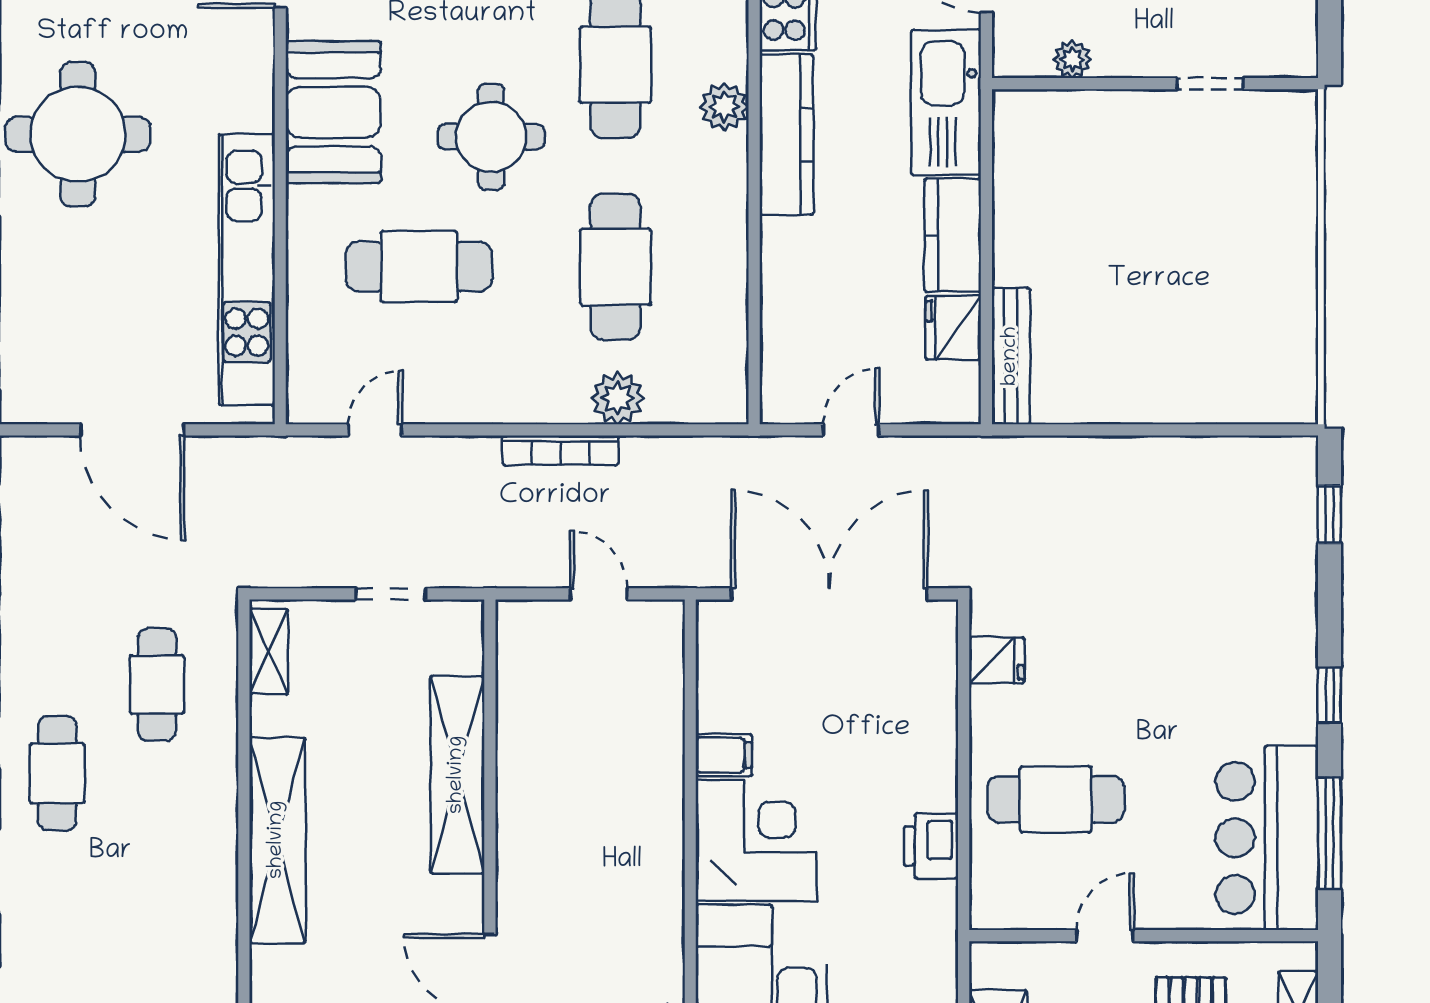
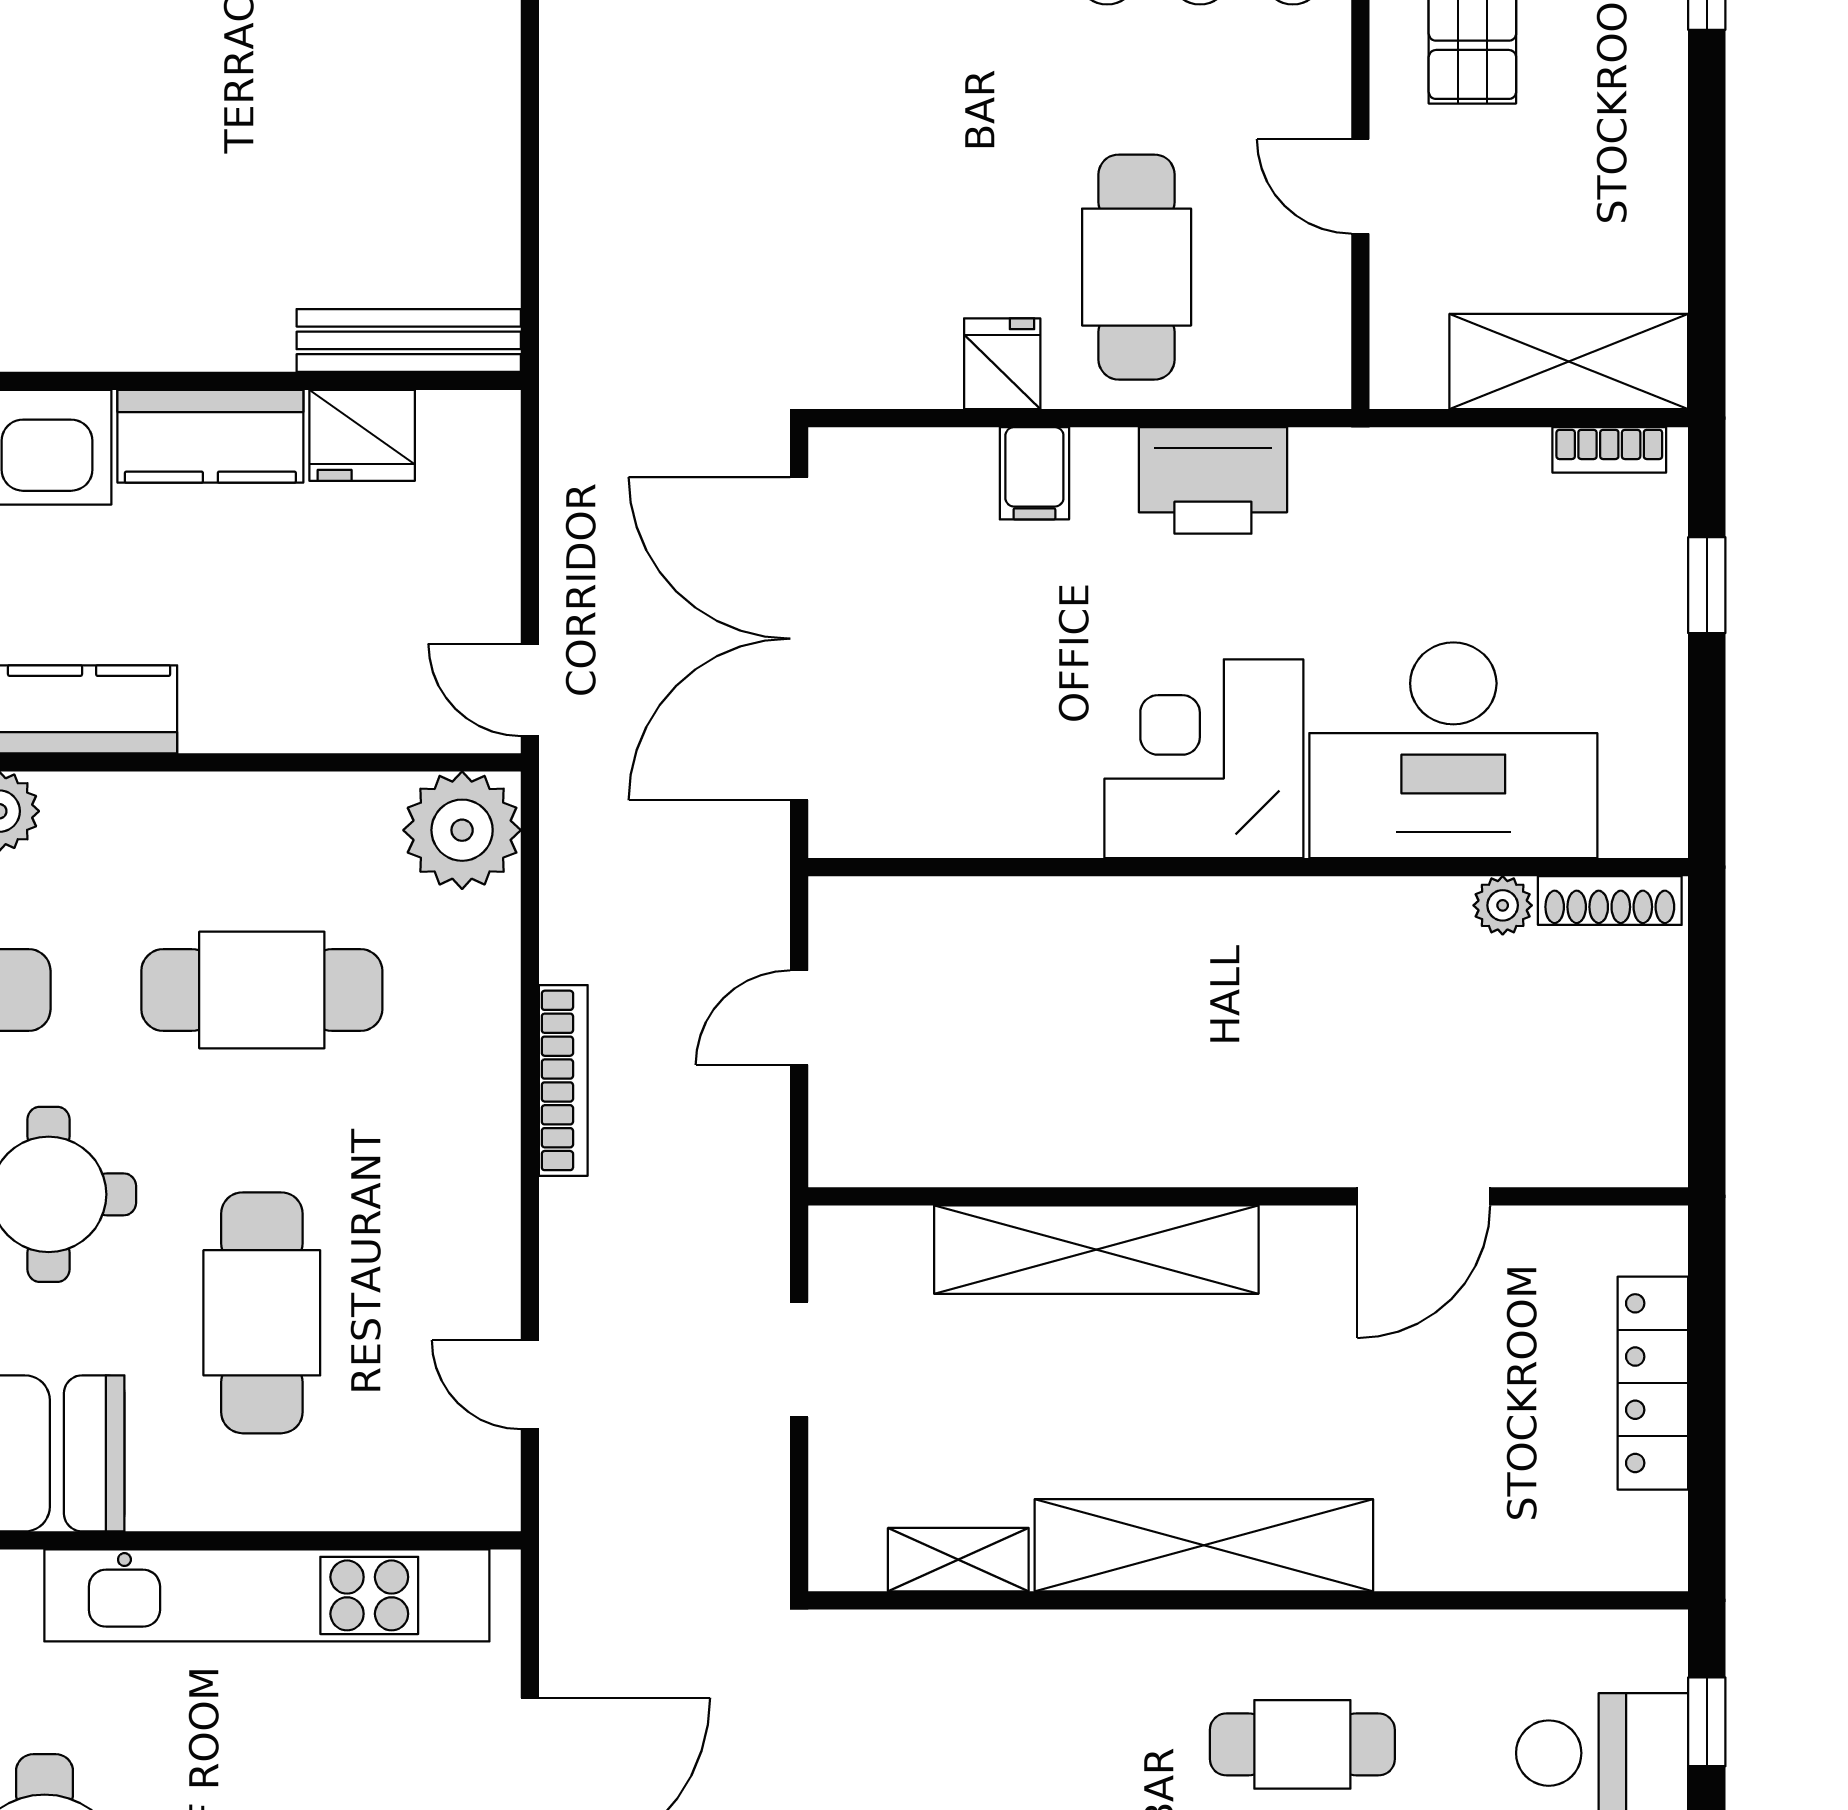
plant: (618, 398) -> (462, 830), moved, width x1.36, depth x1.36
door: (851, 430) -> (530, 690), moved
shelving: (269, 652) -> (958, 1560), moved
fridge: (997, 660) -> (1002, 364), moved
cafe table: (157, 685) -> (1302, 1744), moved
filing cabinet: (724, 755) -> (1034, 473), moved, turned 180
printer: (931, 846) -> (1213, 480), width x1.37, depth x1.19

